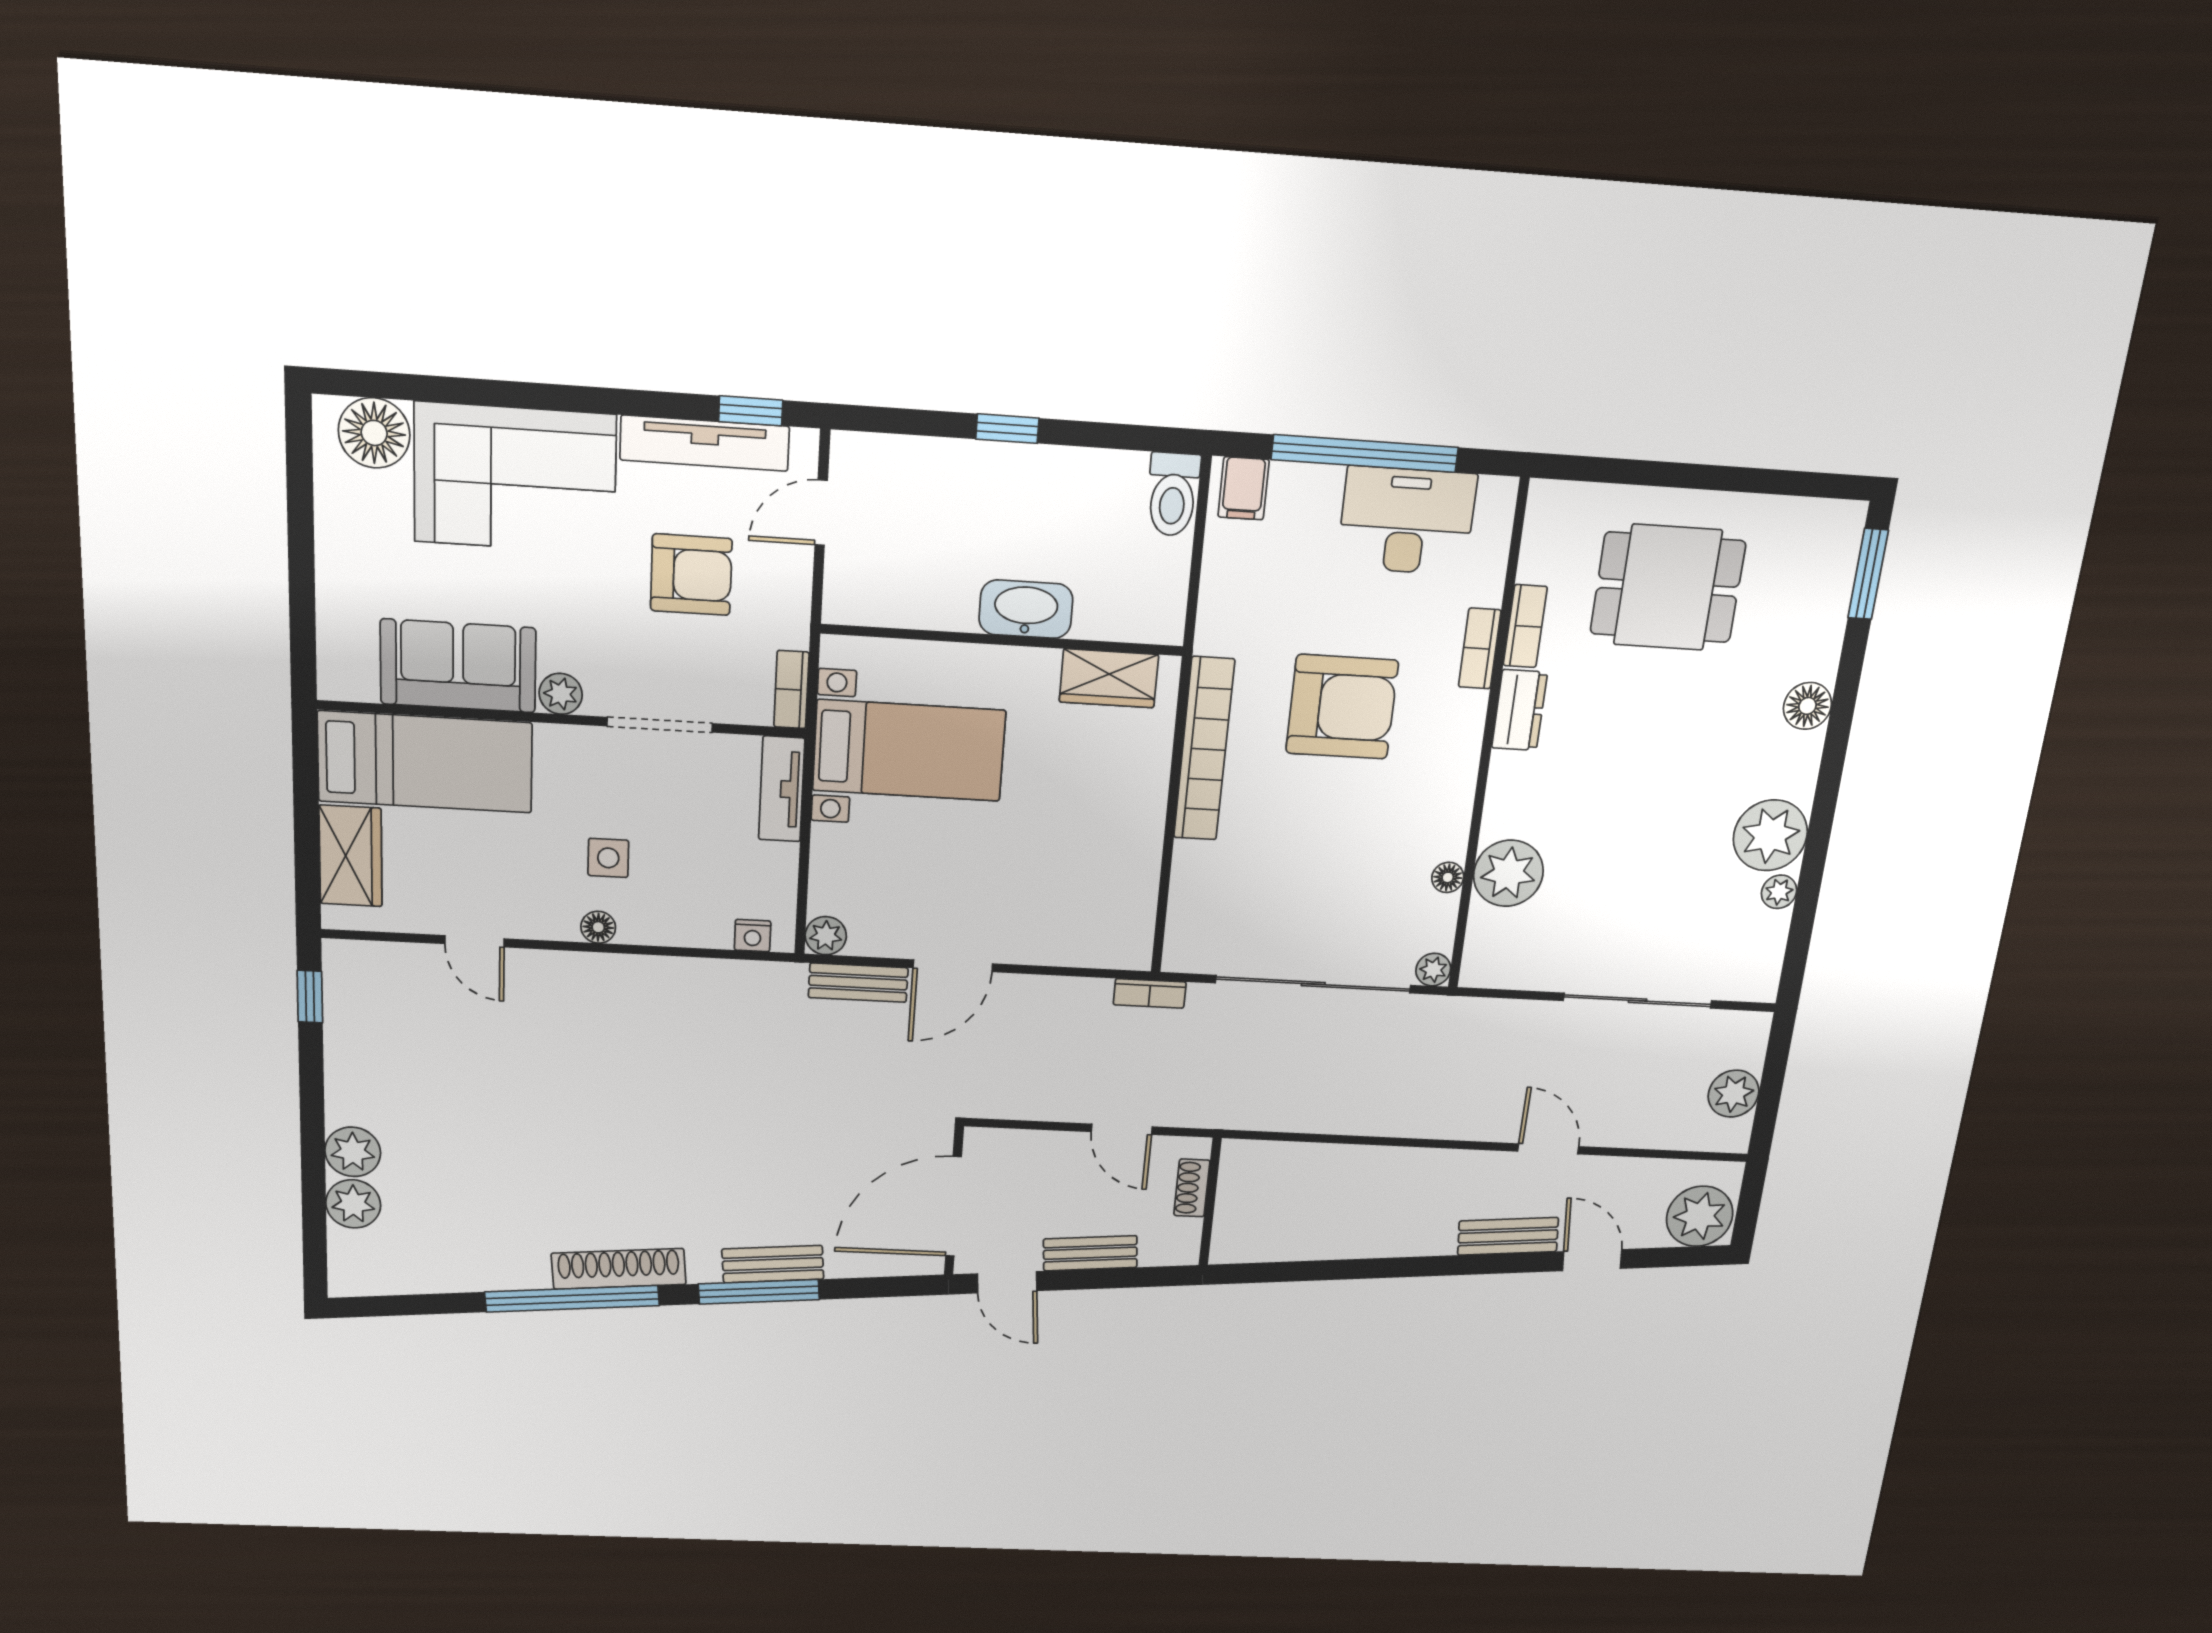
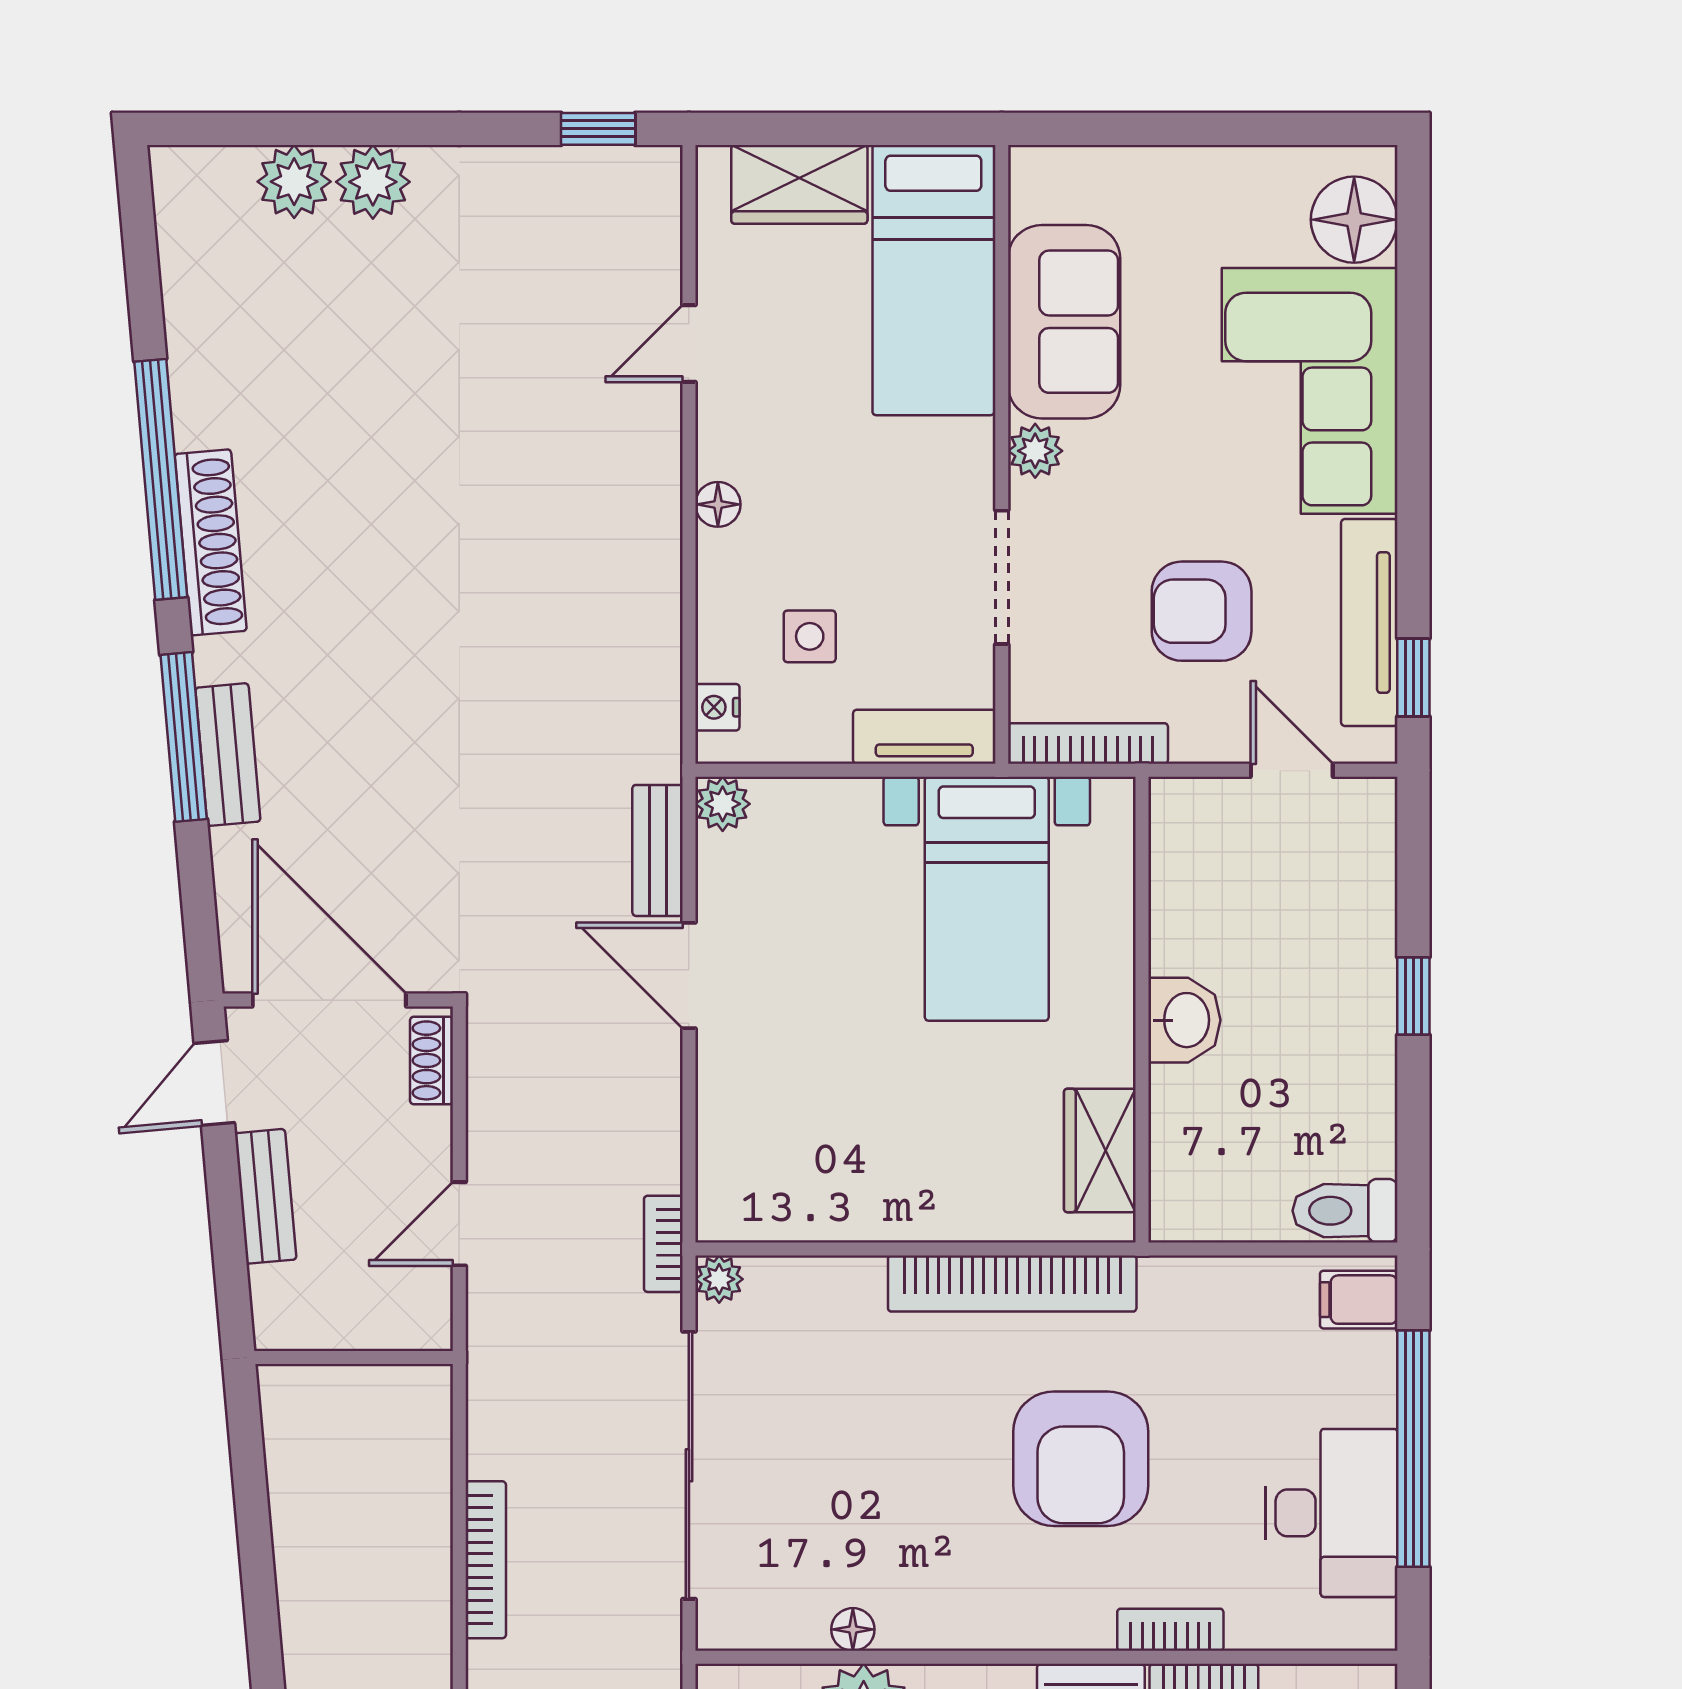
armchair: (691, 575) -> (1202, 611), turned 90
washbasin: (1026, 609) -> (1184, 1020), width x0.72
bookcase: (791, 690) -> (1088, 743), width x1.56
side table: (608, 858) -> (810, 636), moved
plant: (1433, 970) -> (719, 1279), moved
bookcase: (1364, 1123) -> (486, 1560), added
shoe rack: (1192, 1188) -> (432, 1060), moved, turned -90

